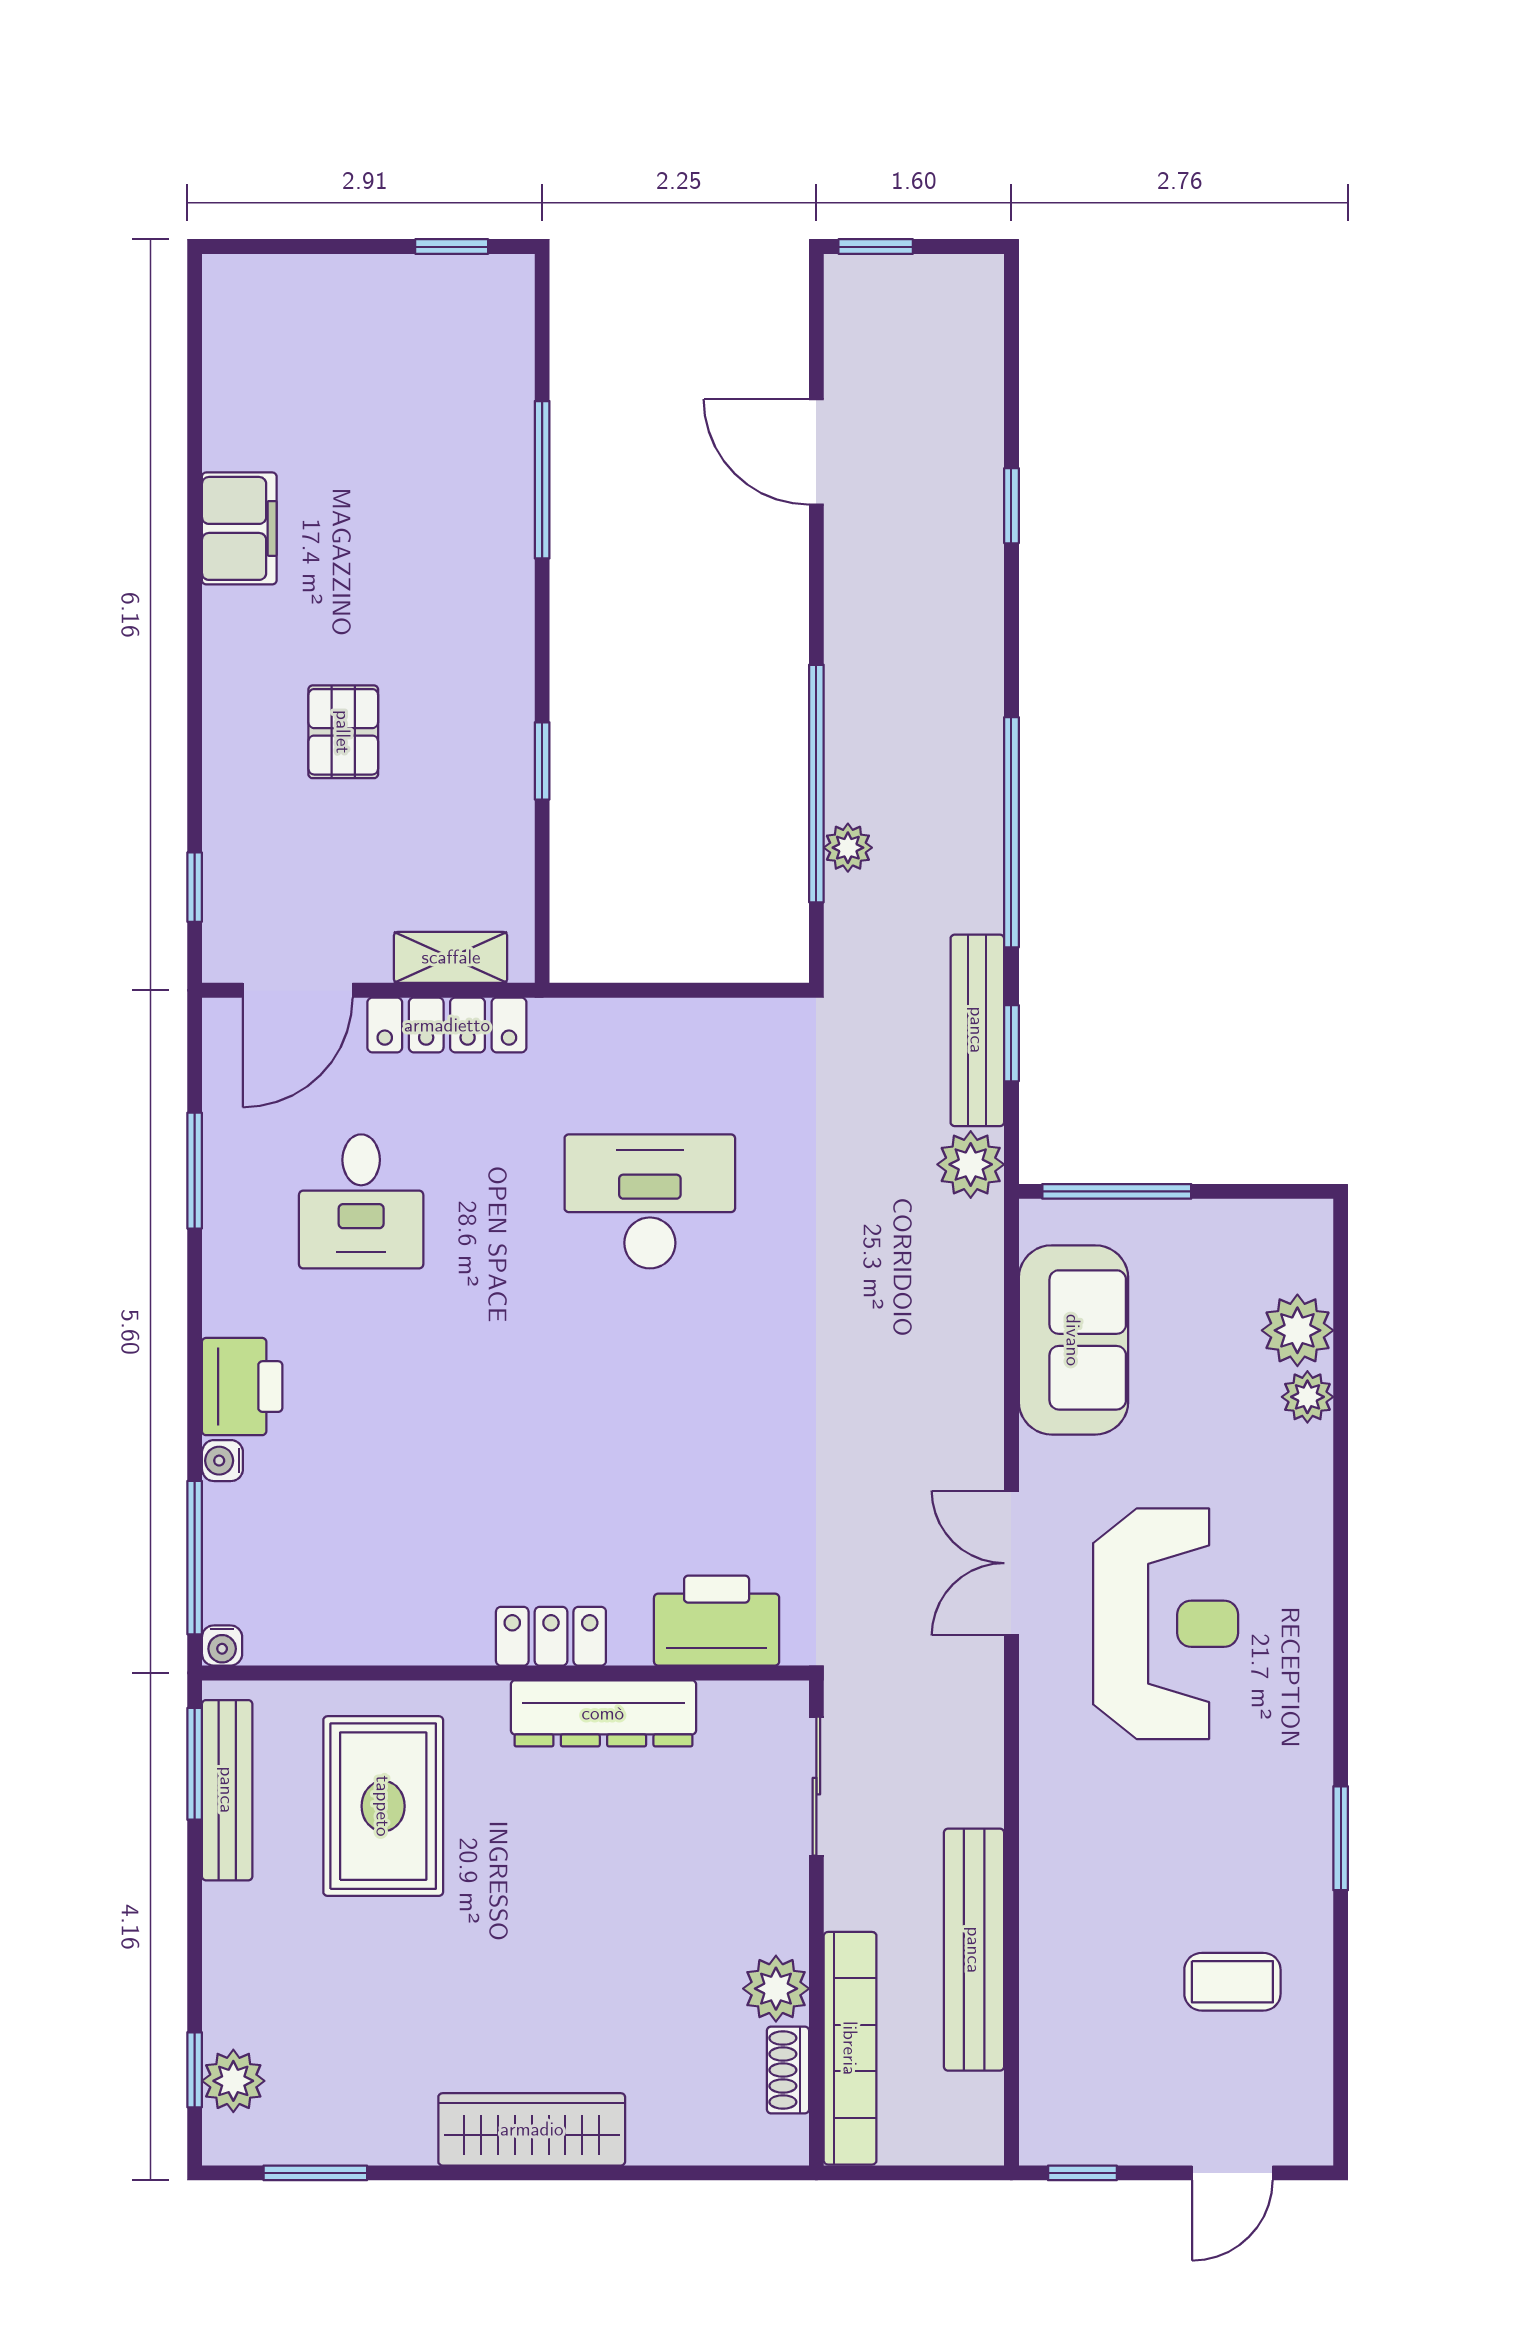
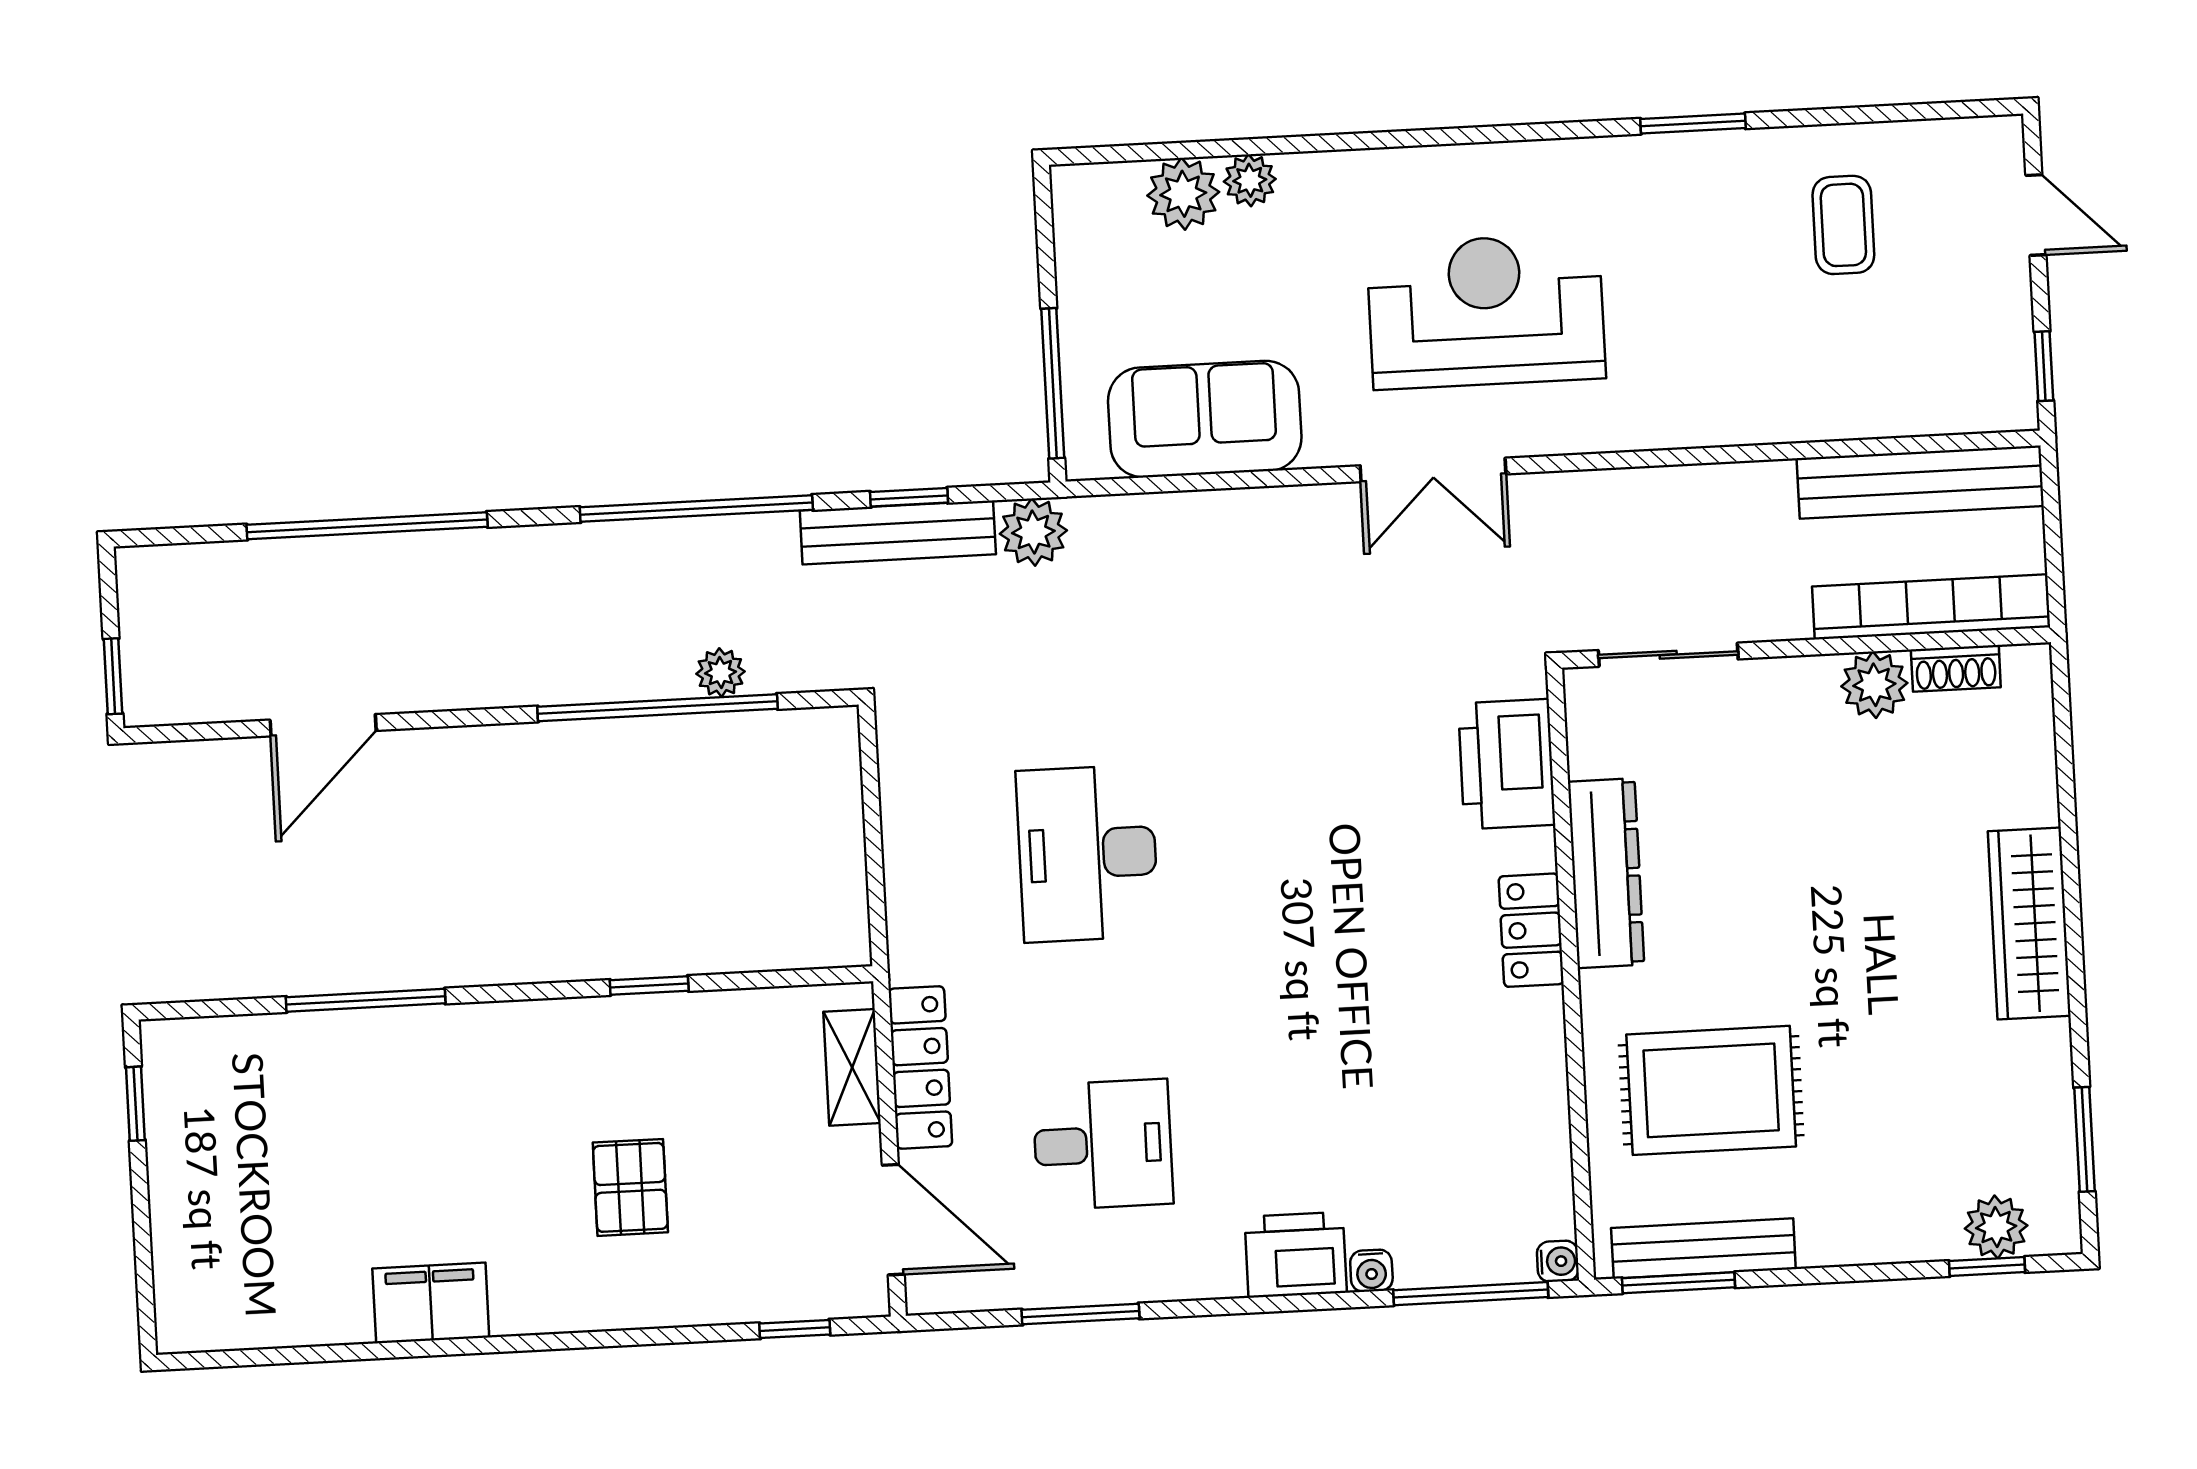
window: (1011, 506) -> (367, 526), width x3.17
pallet: (343, 732) -> (630, 1187), turned 90
bench: (974, 1950) -> (1920, 482), moved

